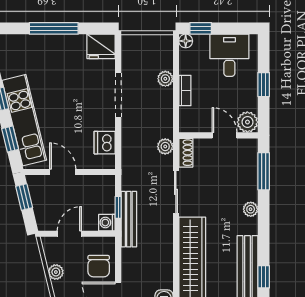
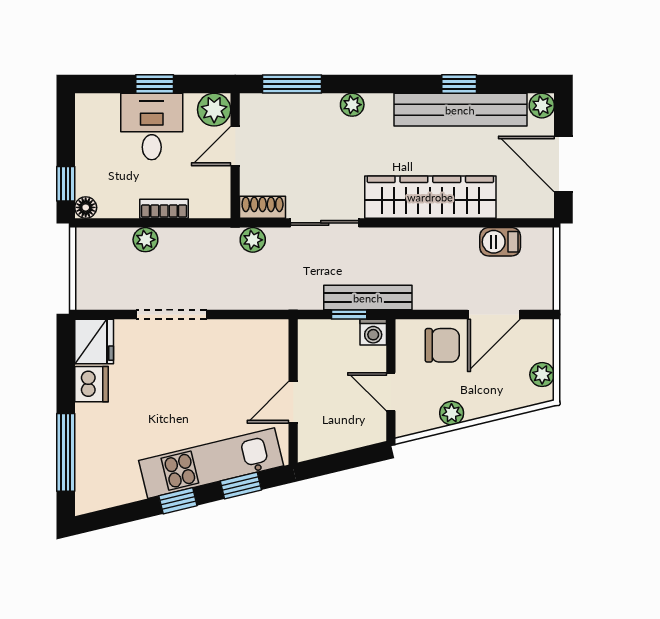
window: (54, 28) -> (66, 452), moved
desk: (229, 55) -> (152, 127), moved, turned 90
dishwasher: (105, 143) -> (92, 384), moved, turned -90
window: (24, 197) -> (333, 463), removed

